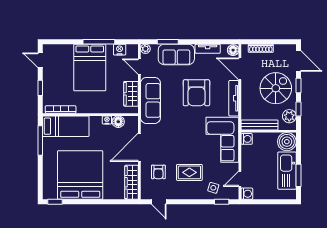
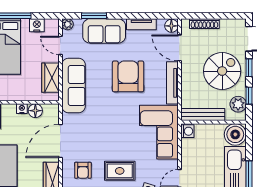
armchair: (196, 93) -> (128, 76), turned 180

